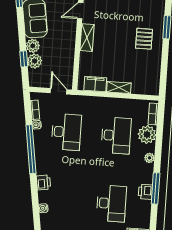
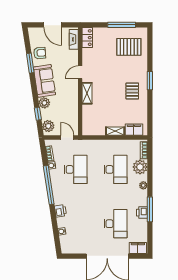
plant: (35, 61) -> (48, 126), moved
filing cabinet: (95, 84) -> (134, 130), moved

